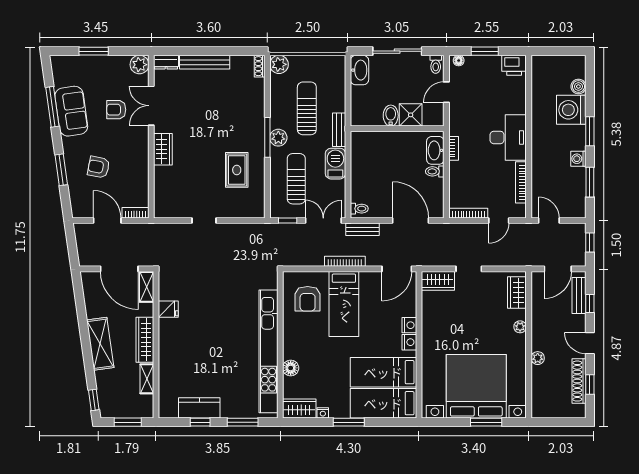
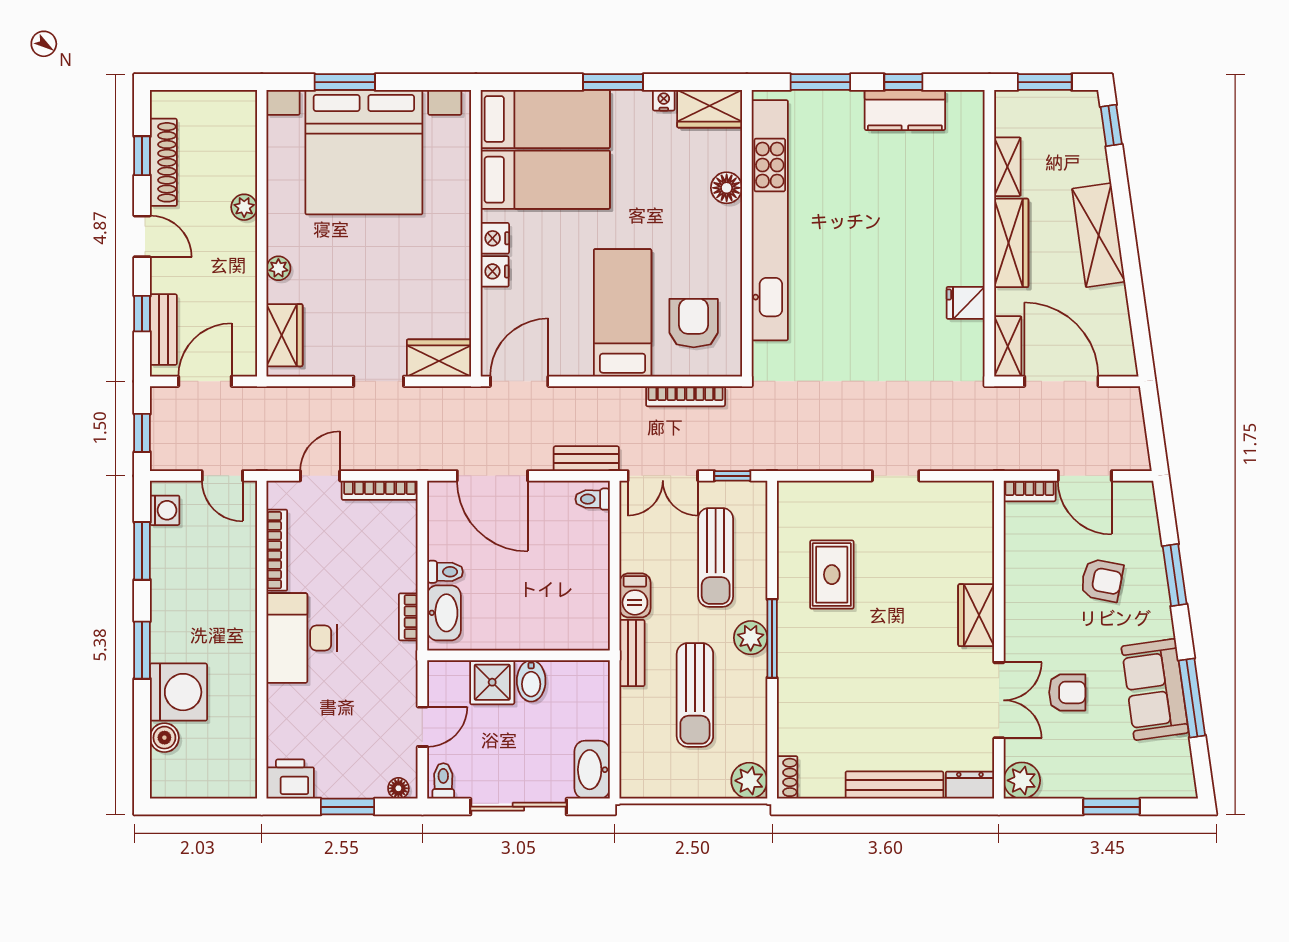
washing machine: (578, 159) -> (165, 510), moved
barbecue: (335, 164) -> (635, 595), width x0.73, depth x0.79
bookcase: (345, 261) -> (686, 396), moved

